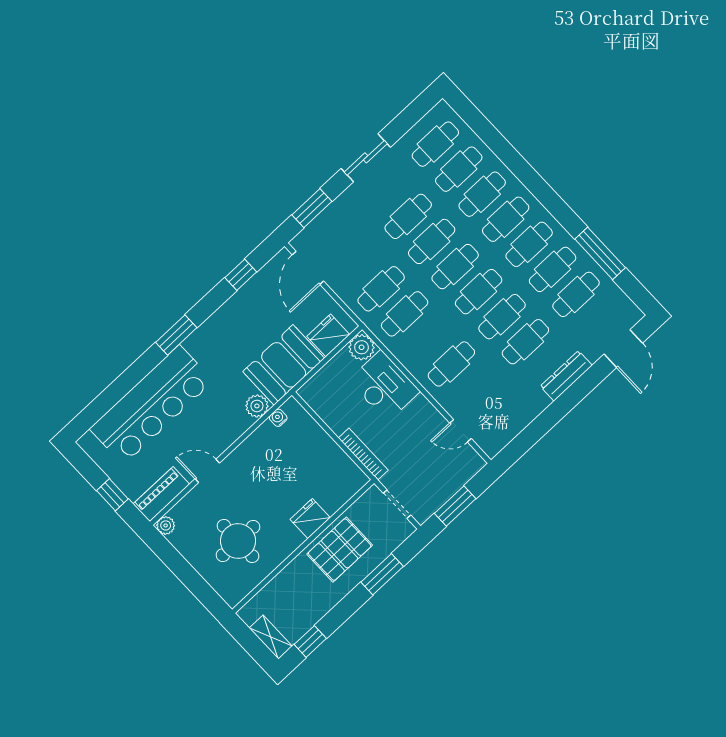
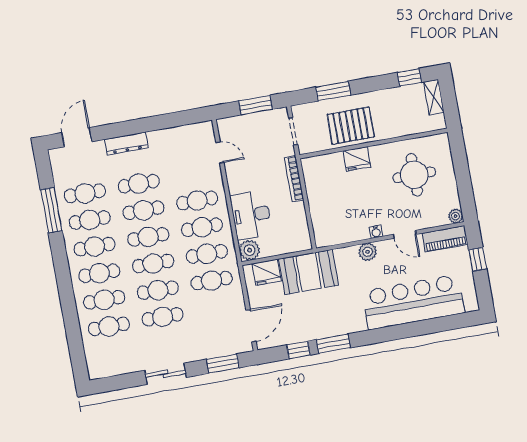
cafe table: (435, 144) -> (202, 227), moved
window: (176, 335) -> (333, 344), moved
plant: (257, 406) -> (368, 252), moved
water cooler: (278, 418) -> (376, 232), moved

